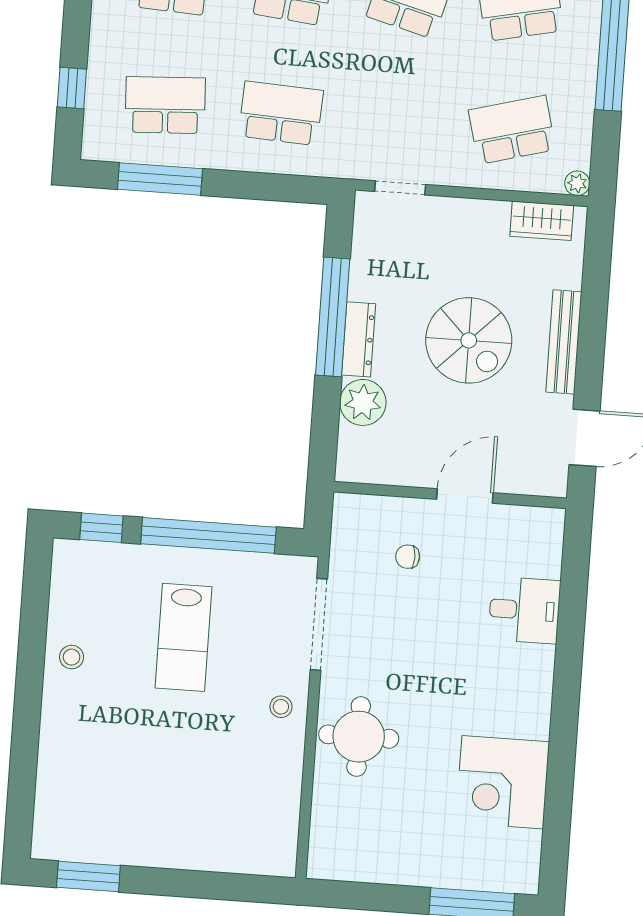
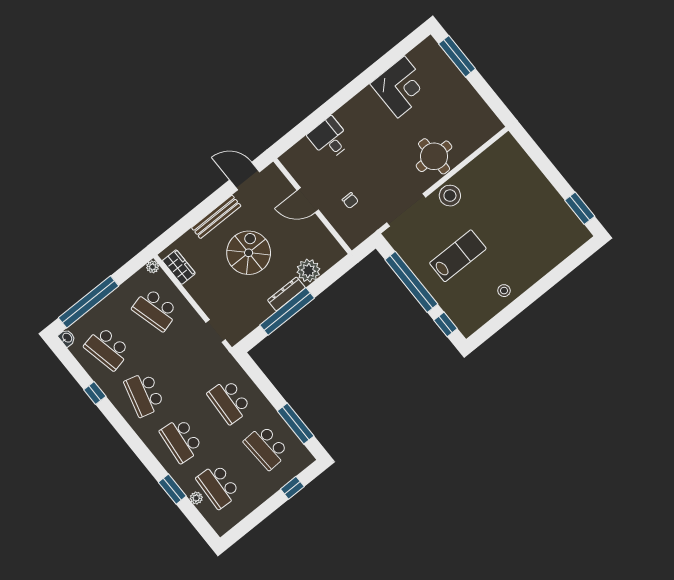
stool: (281, 707) -> (450, 196), width x1.89, depth x1.89

